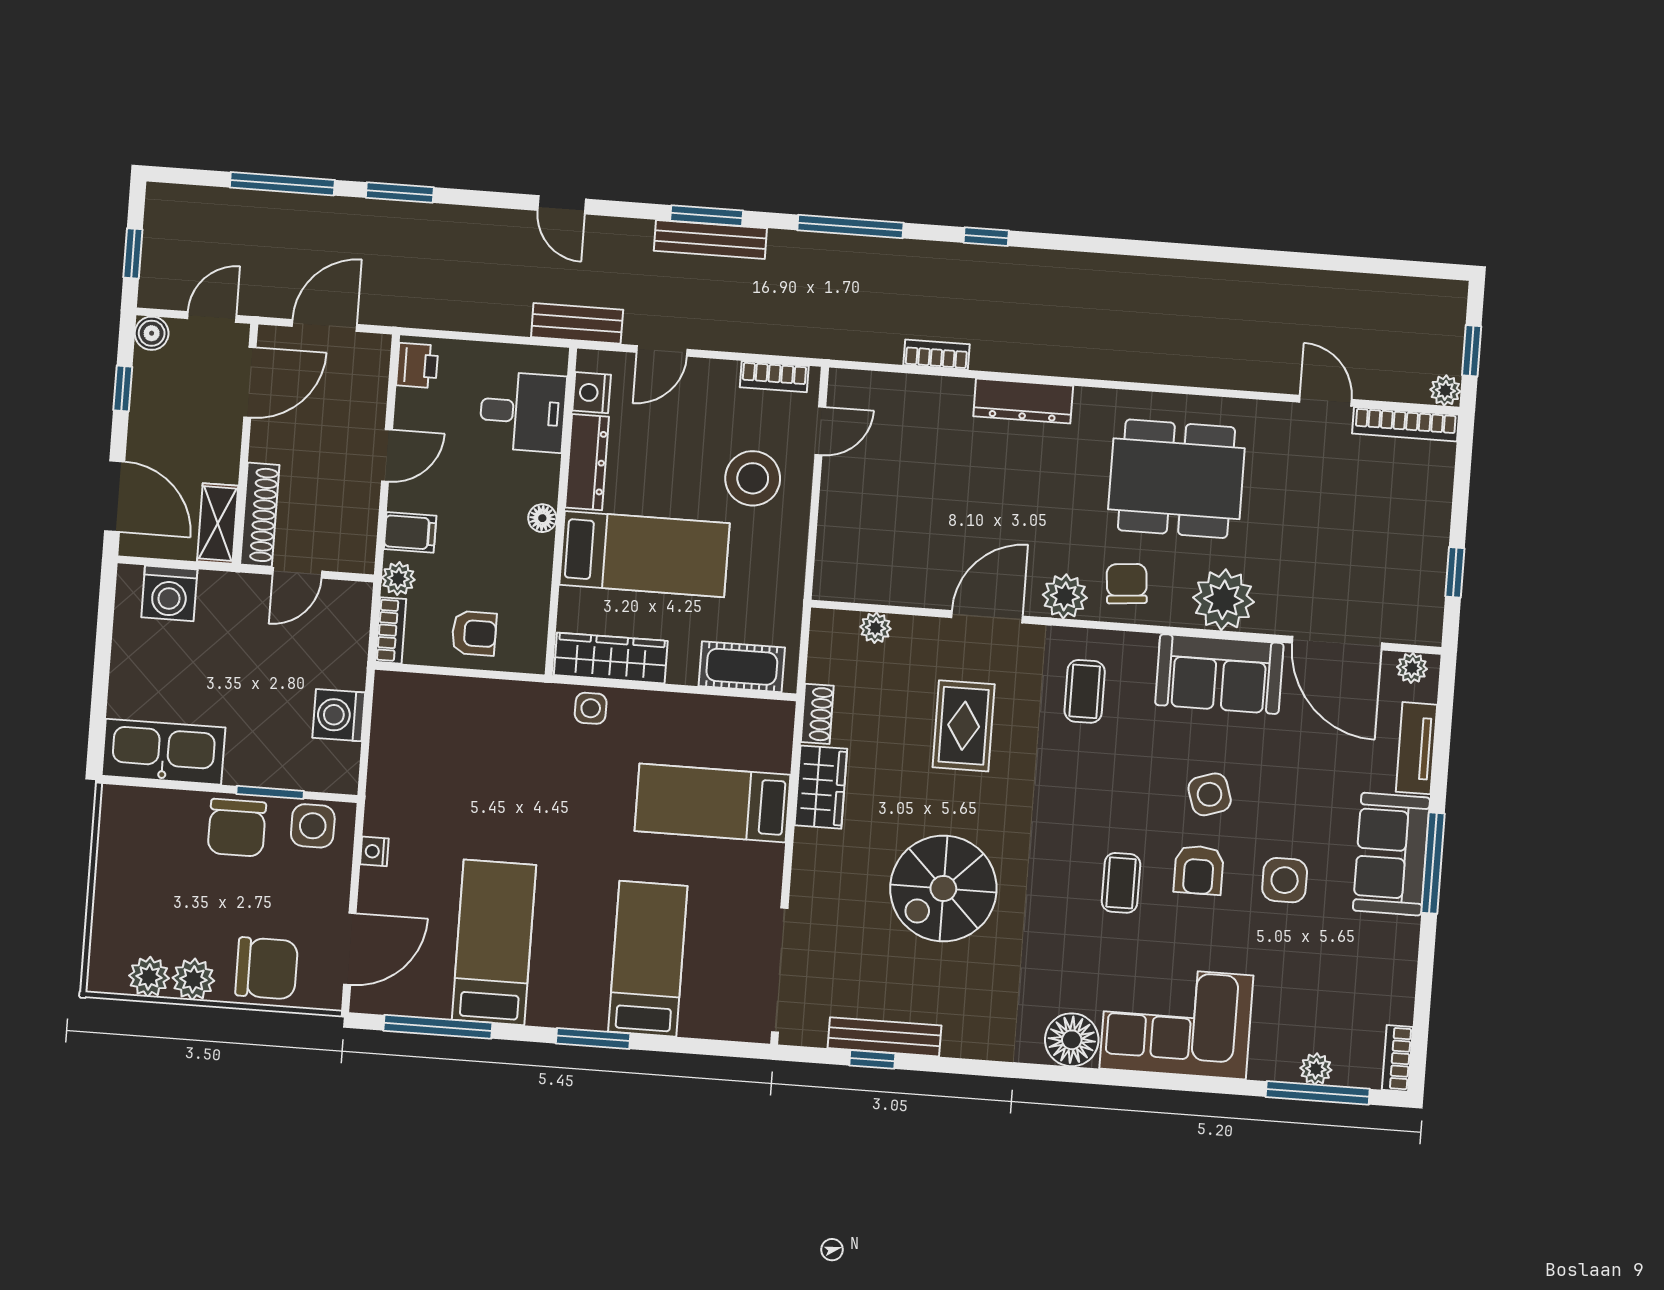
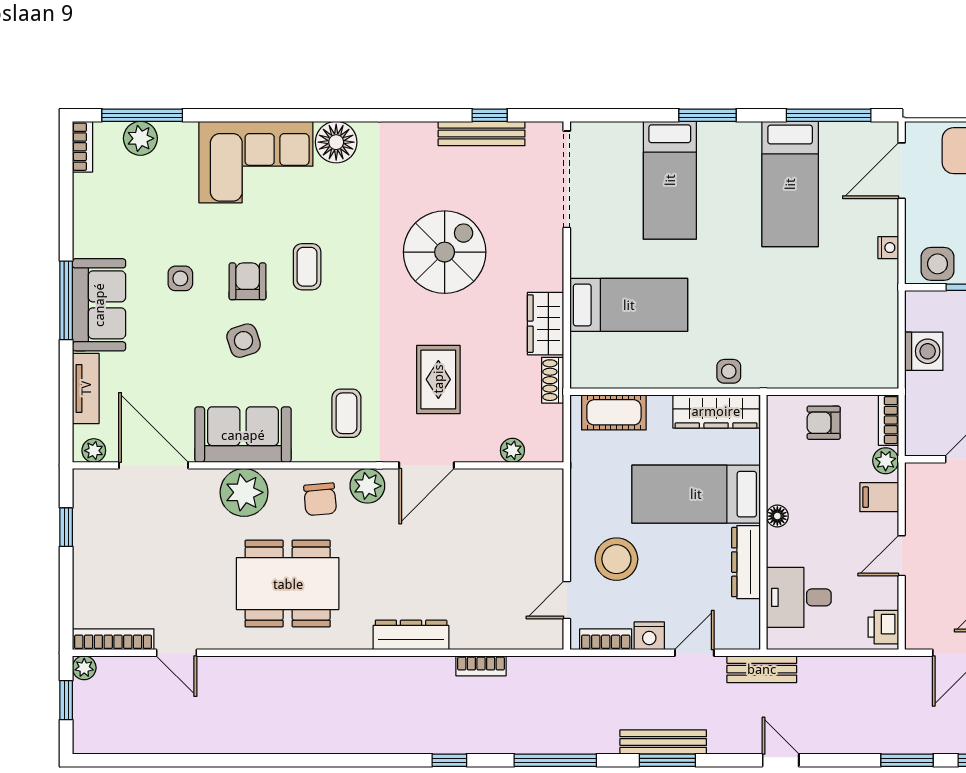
nightstand: (592, 393) -> (649, 636), moved, turned 90
side table: (1285, 880) -> (180, 278), width x0.73, depth x0.73
plant: (1316, 1069) -> (140, 138), width x1.38, depth x1.38

